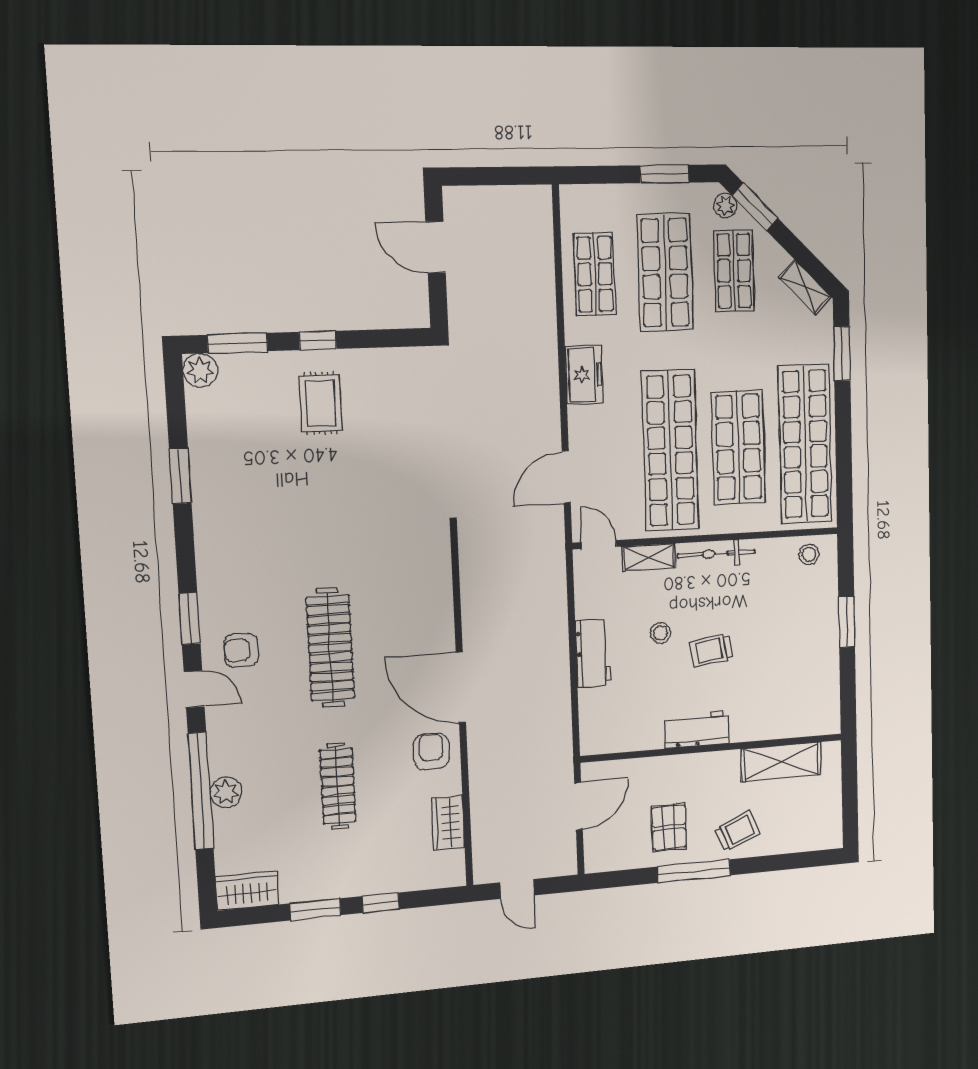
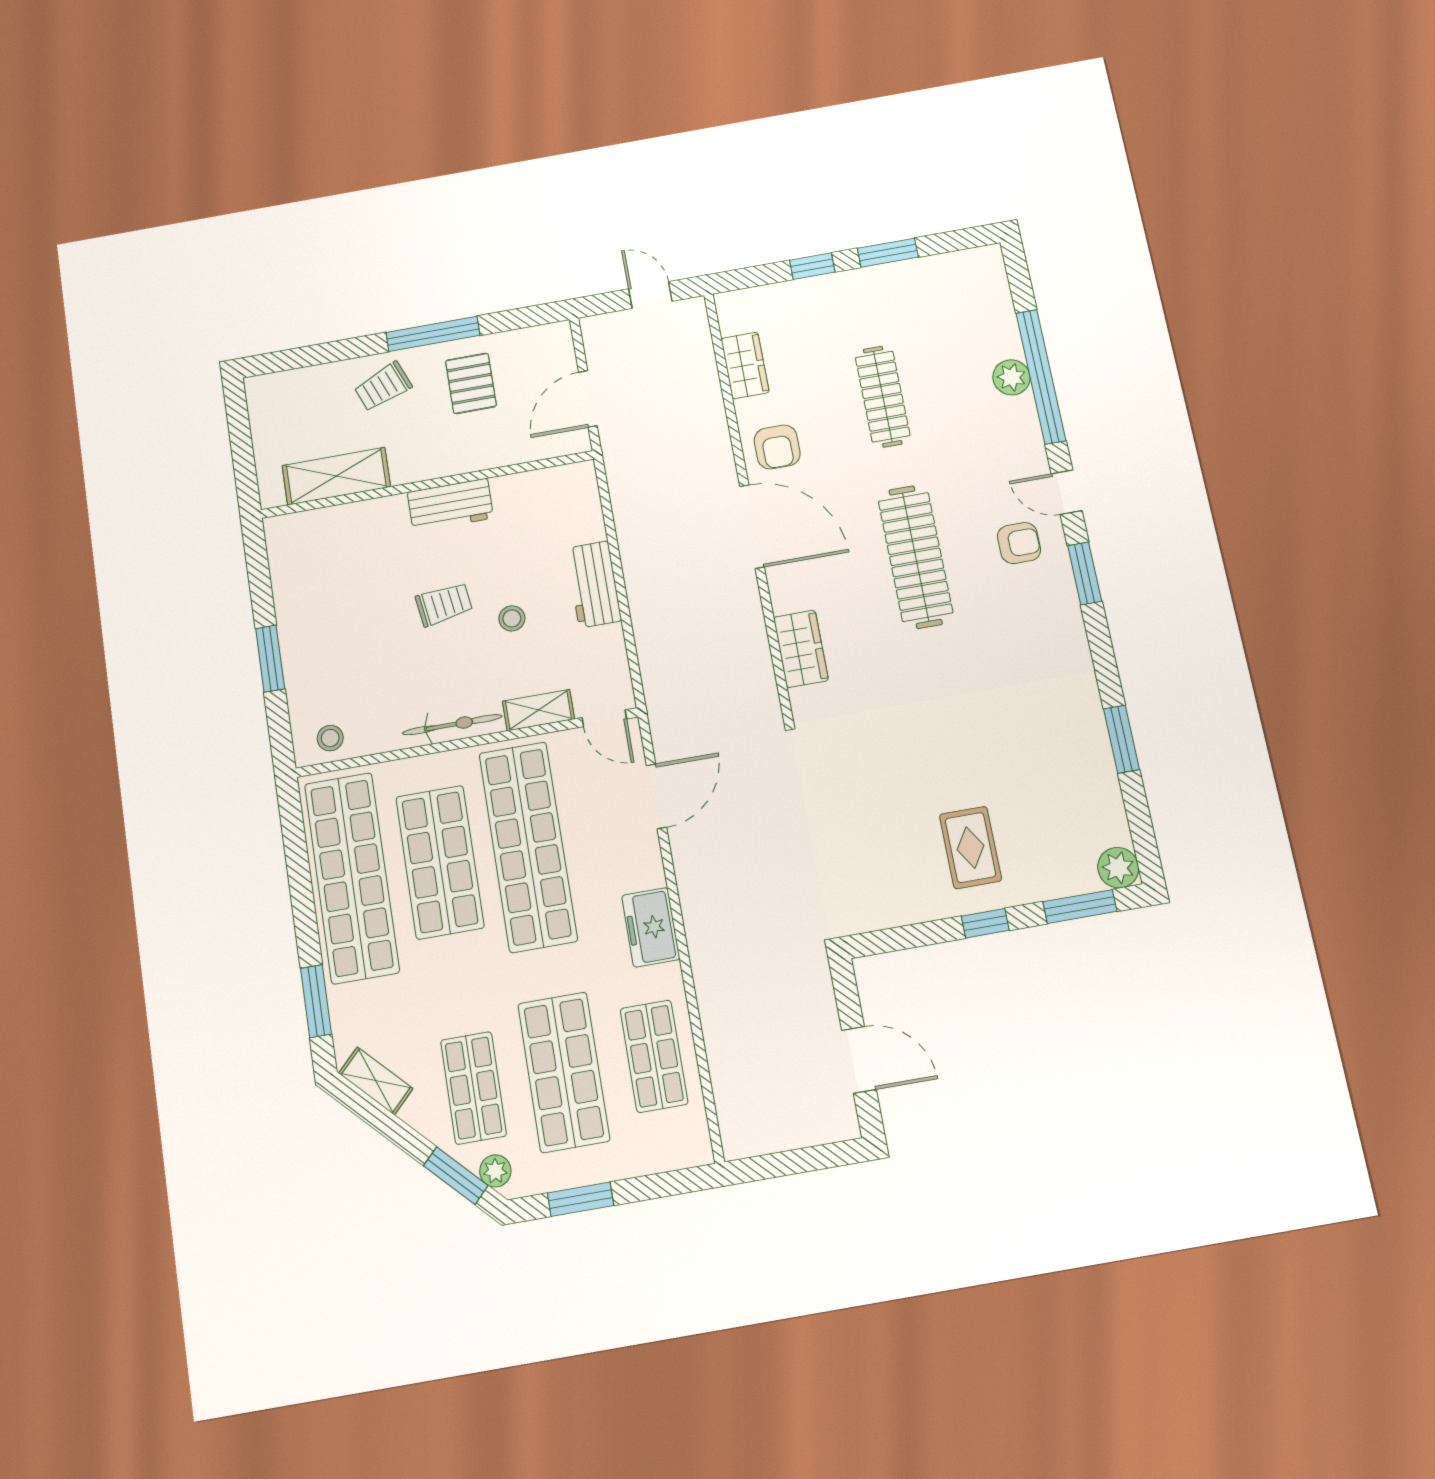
wardrobe: (247, 891) -> (801, 649), moved, turned -90

